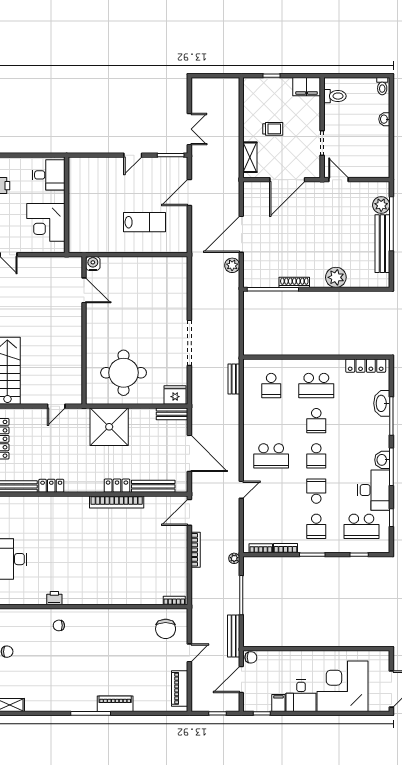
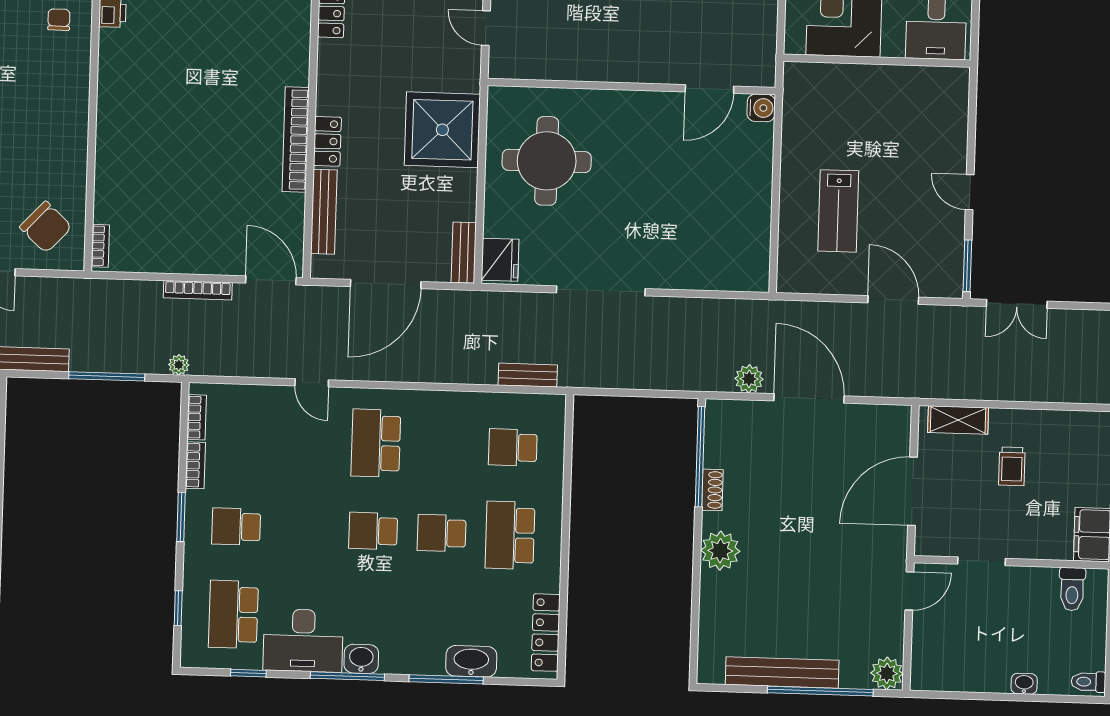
door: (287, 180) -> (912, 491), hinge flipped
plant: (381, 205) -> (887, 673), moved
plant: (336, 277) -> (720, 551), moved
shoe rack: (294, 282) -> (712, 490), width x0.70
school desk: (316, 491) -> (305, 529), removed
chair: (166, 629) -> (46, 227), turned -137

